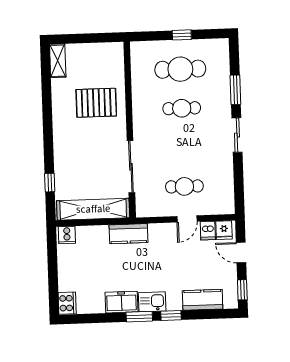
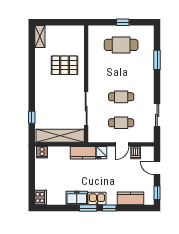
cafe table: (182, 108) -> (121, 97), moved
sliding door: (237, 135) -> (157, 115), moved
fridge: (224, 230) -> (102, 153), moved

